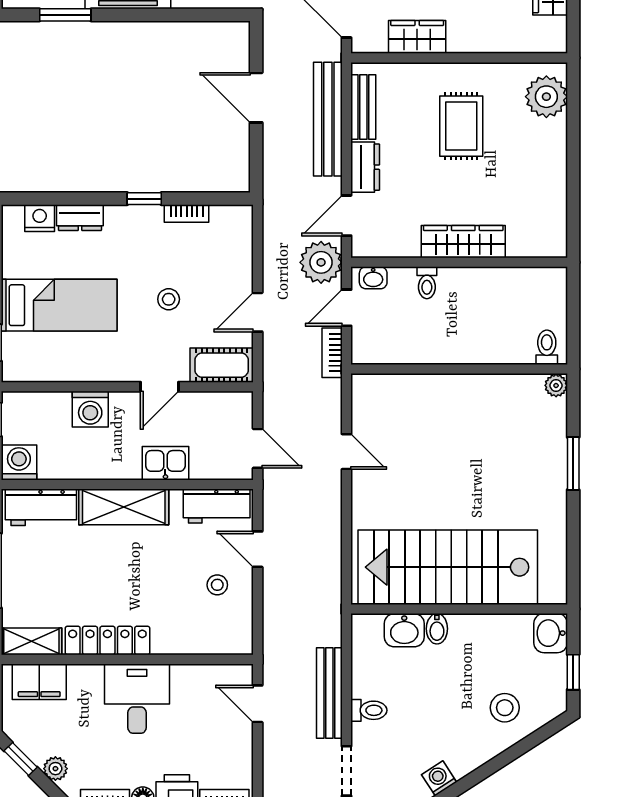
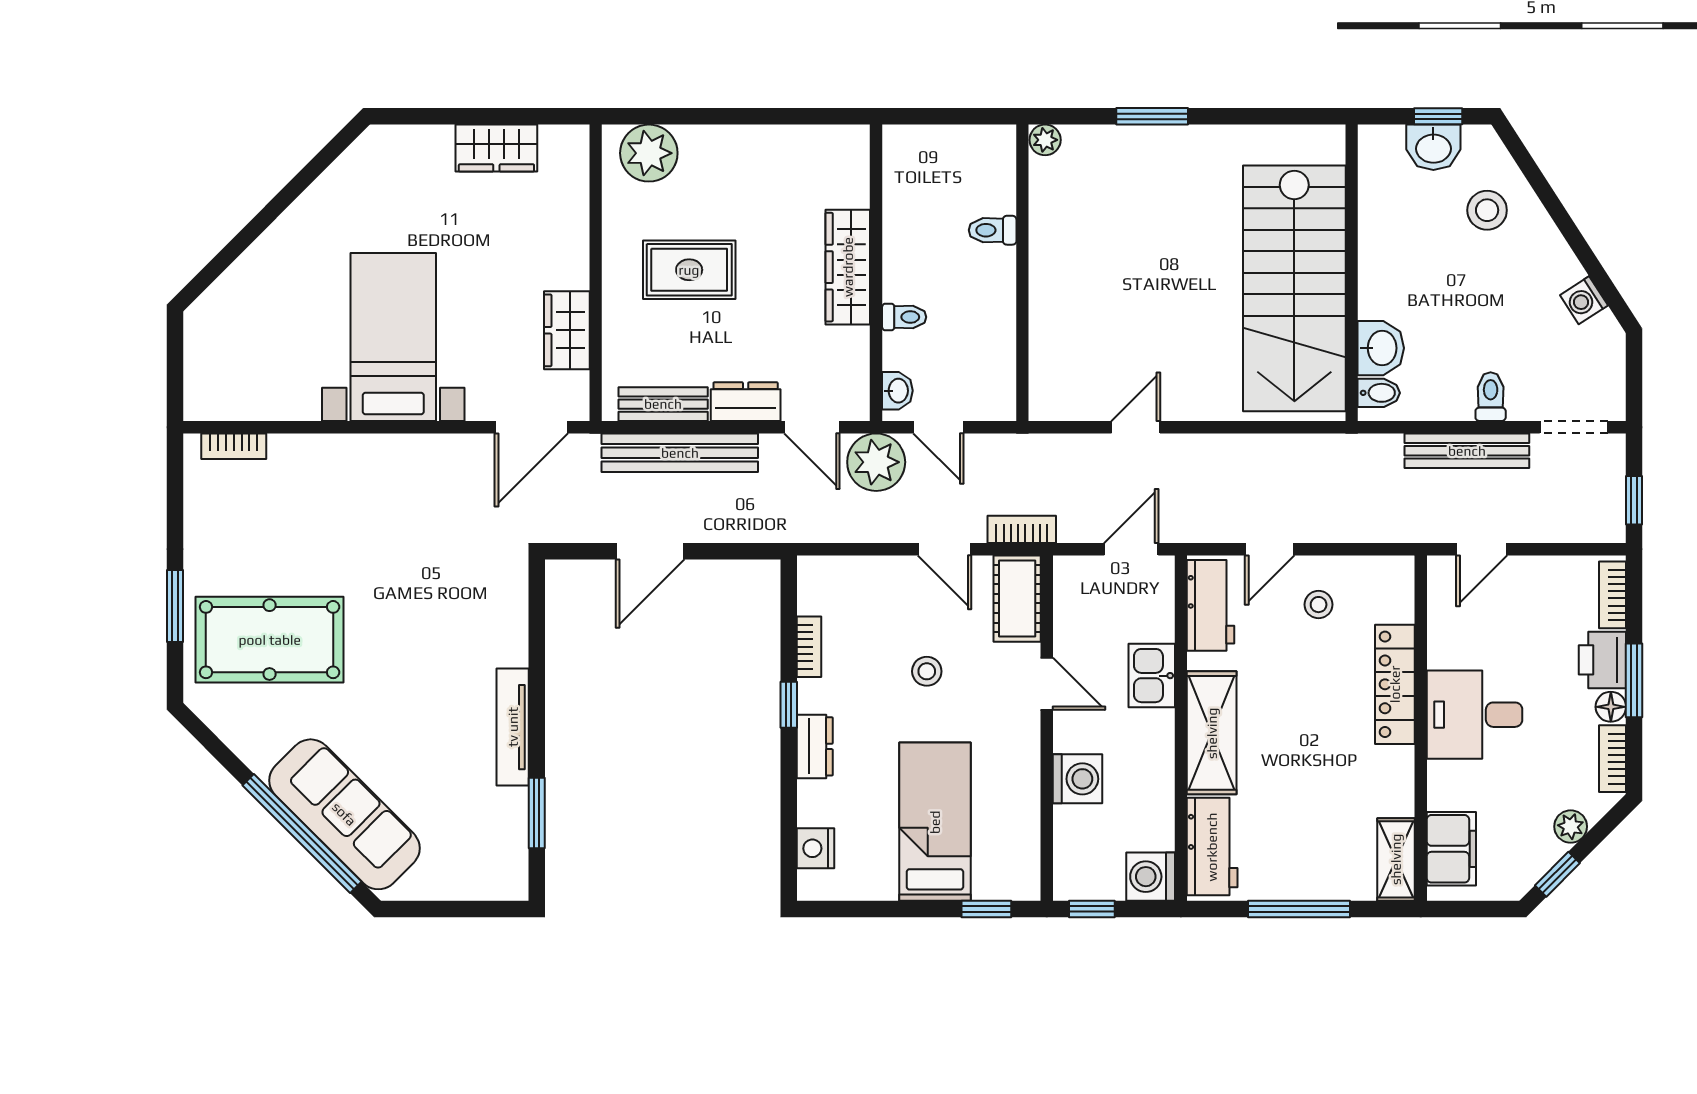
dresser: (80, 218) -> (815, 746), moved
toilet: (547, 347) -> (993, 230), moved
bookcase: (332, 353) -> (1022, 529), moved, turned 180
bidet: (437, 629) -> (1379, 393), moved
washbasin: (551, 633) -> (1433, 147), moved
locker: (107, 640) -> (1395, 684), moved

